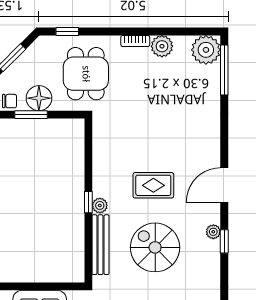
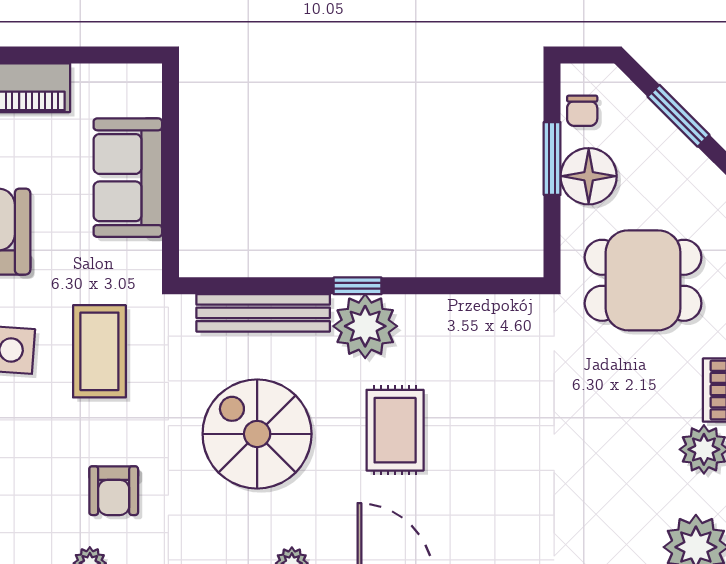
plant: (100, 205) -> (365, 326), width x1.87, depth x1.87
spiral stairs: (155, 247) -> (257, 434), turned -90

